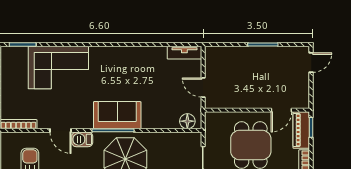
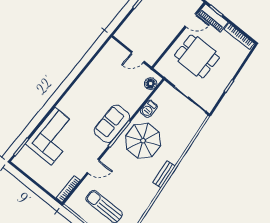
tv unit: (184, 53) -> (107, 51), removed
door: (281, 110) -> (191, 20), hinge flipped
barbecue: (82, 139) -> (149, 109), moved

